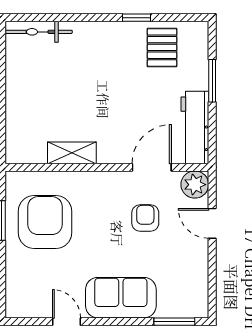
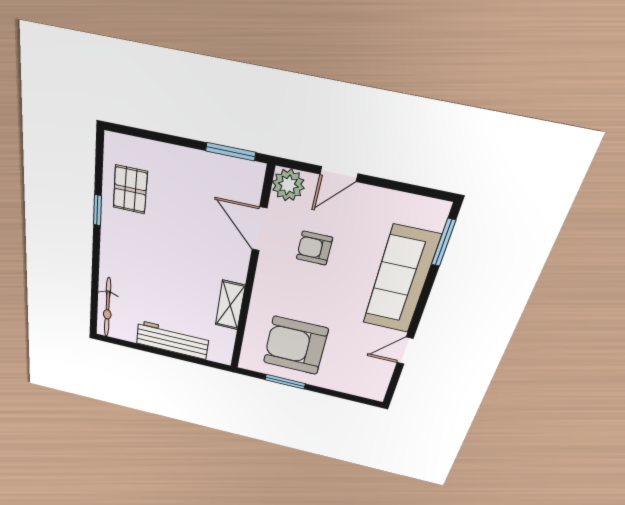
pallet: (162, 47) -> (130, 190), turned 90
window: (212, 81) -> (231, 152), moved
workbench: (195, 127) -> (172, 340), moved, turned 180
sofa: (121, 298) -> (401, 280), width x1.36

